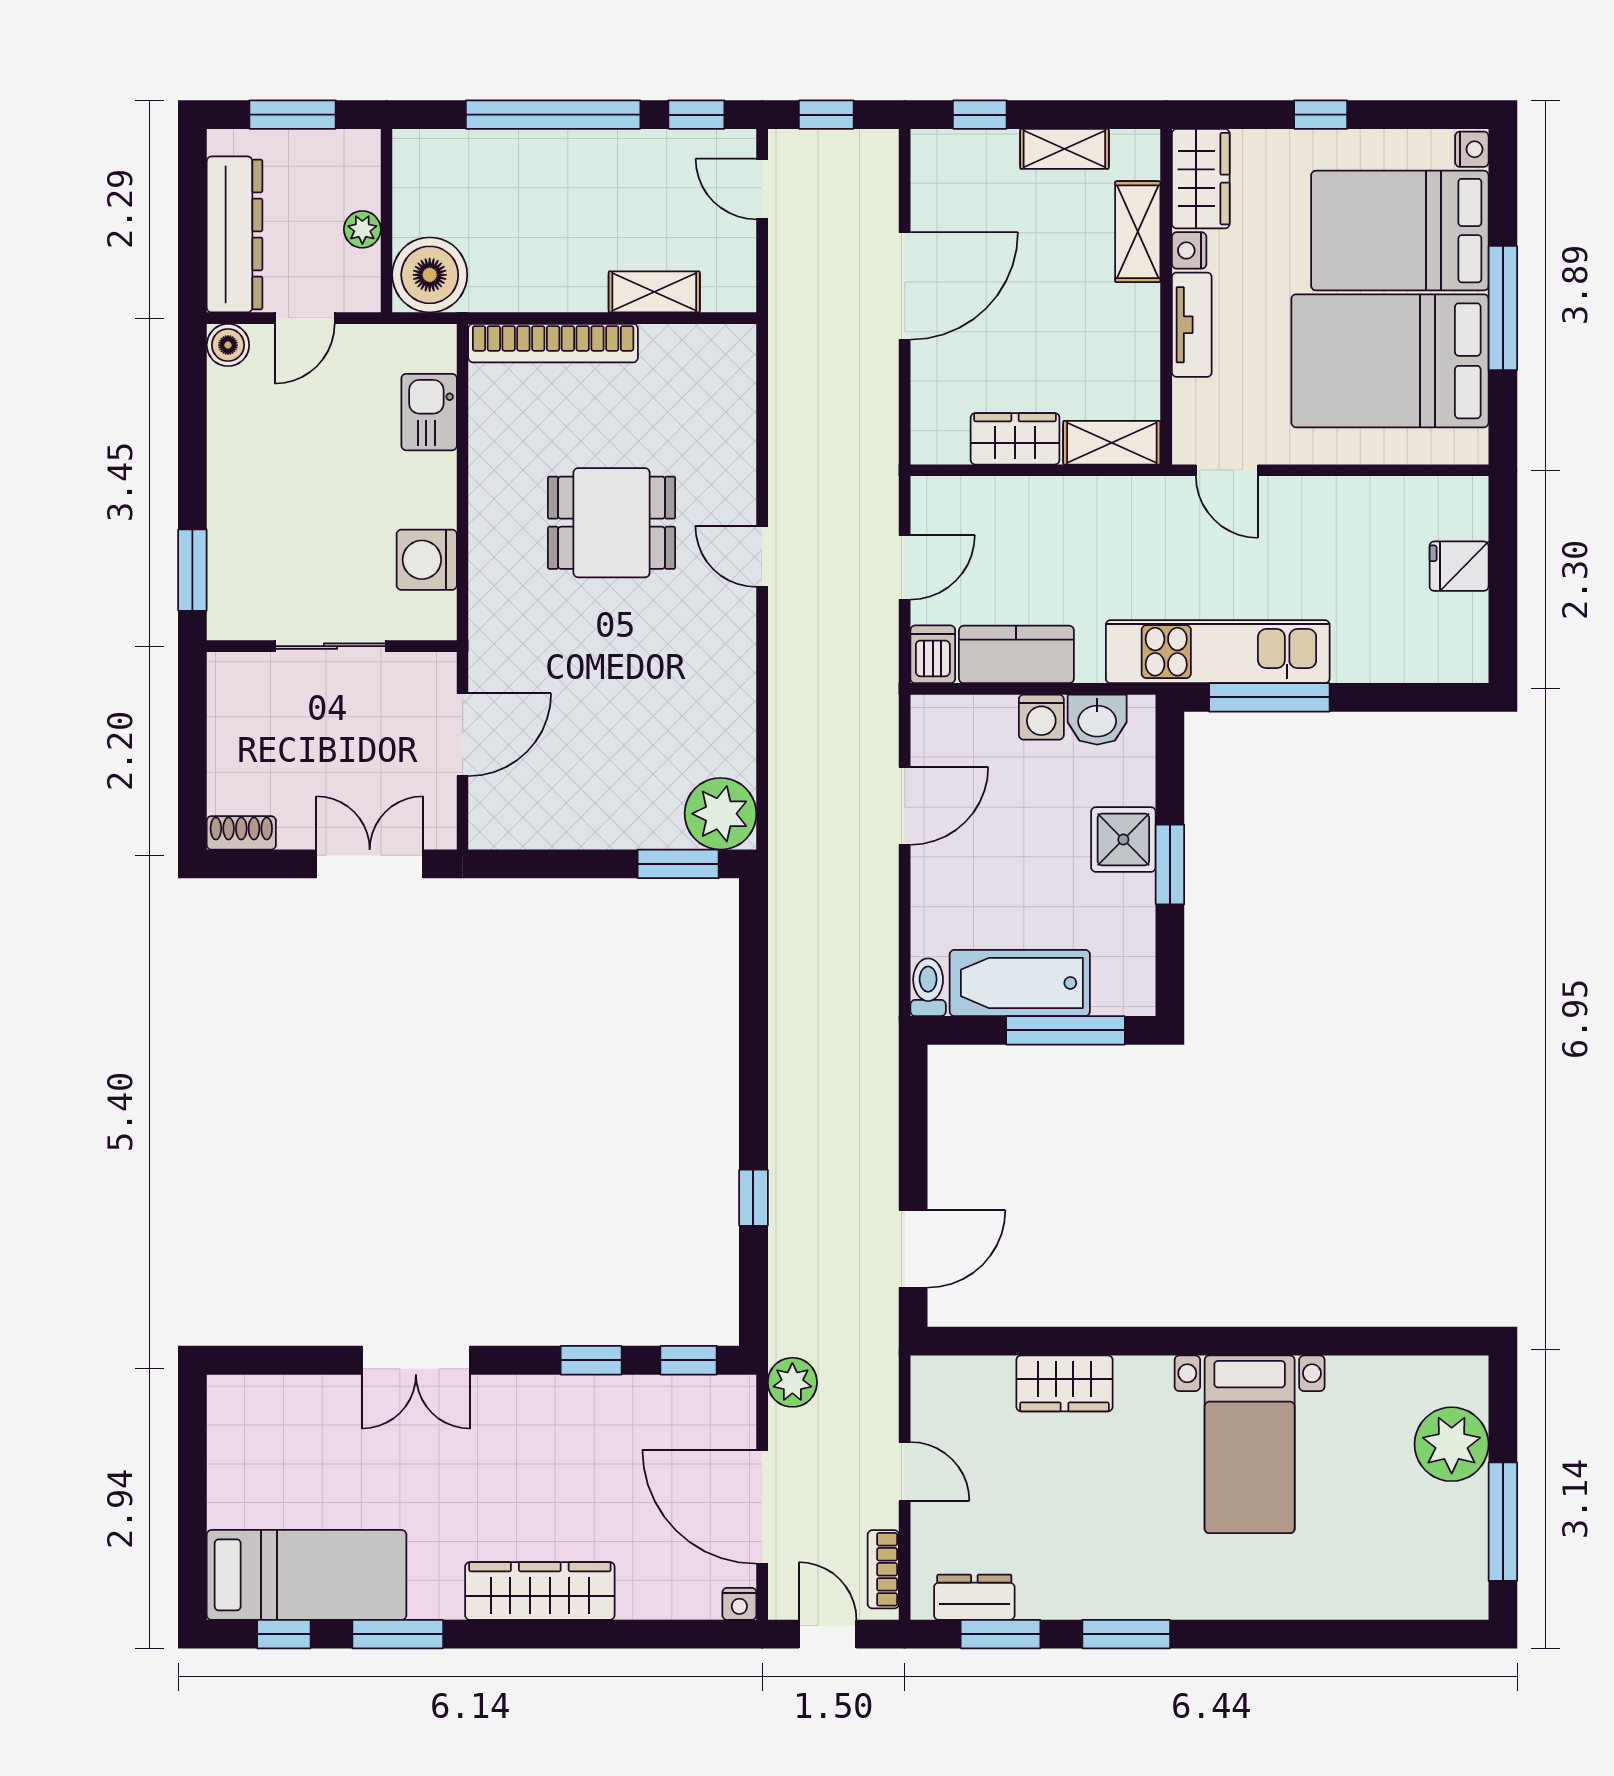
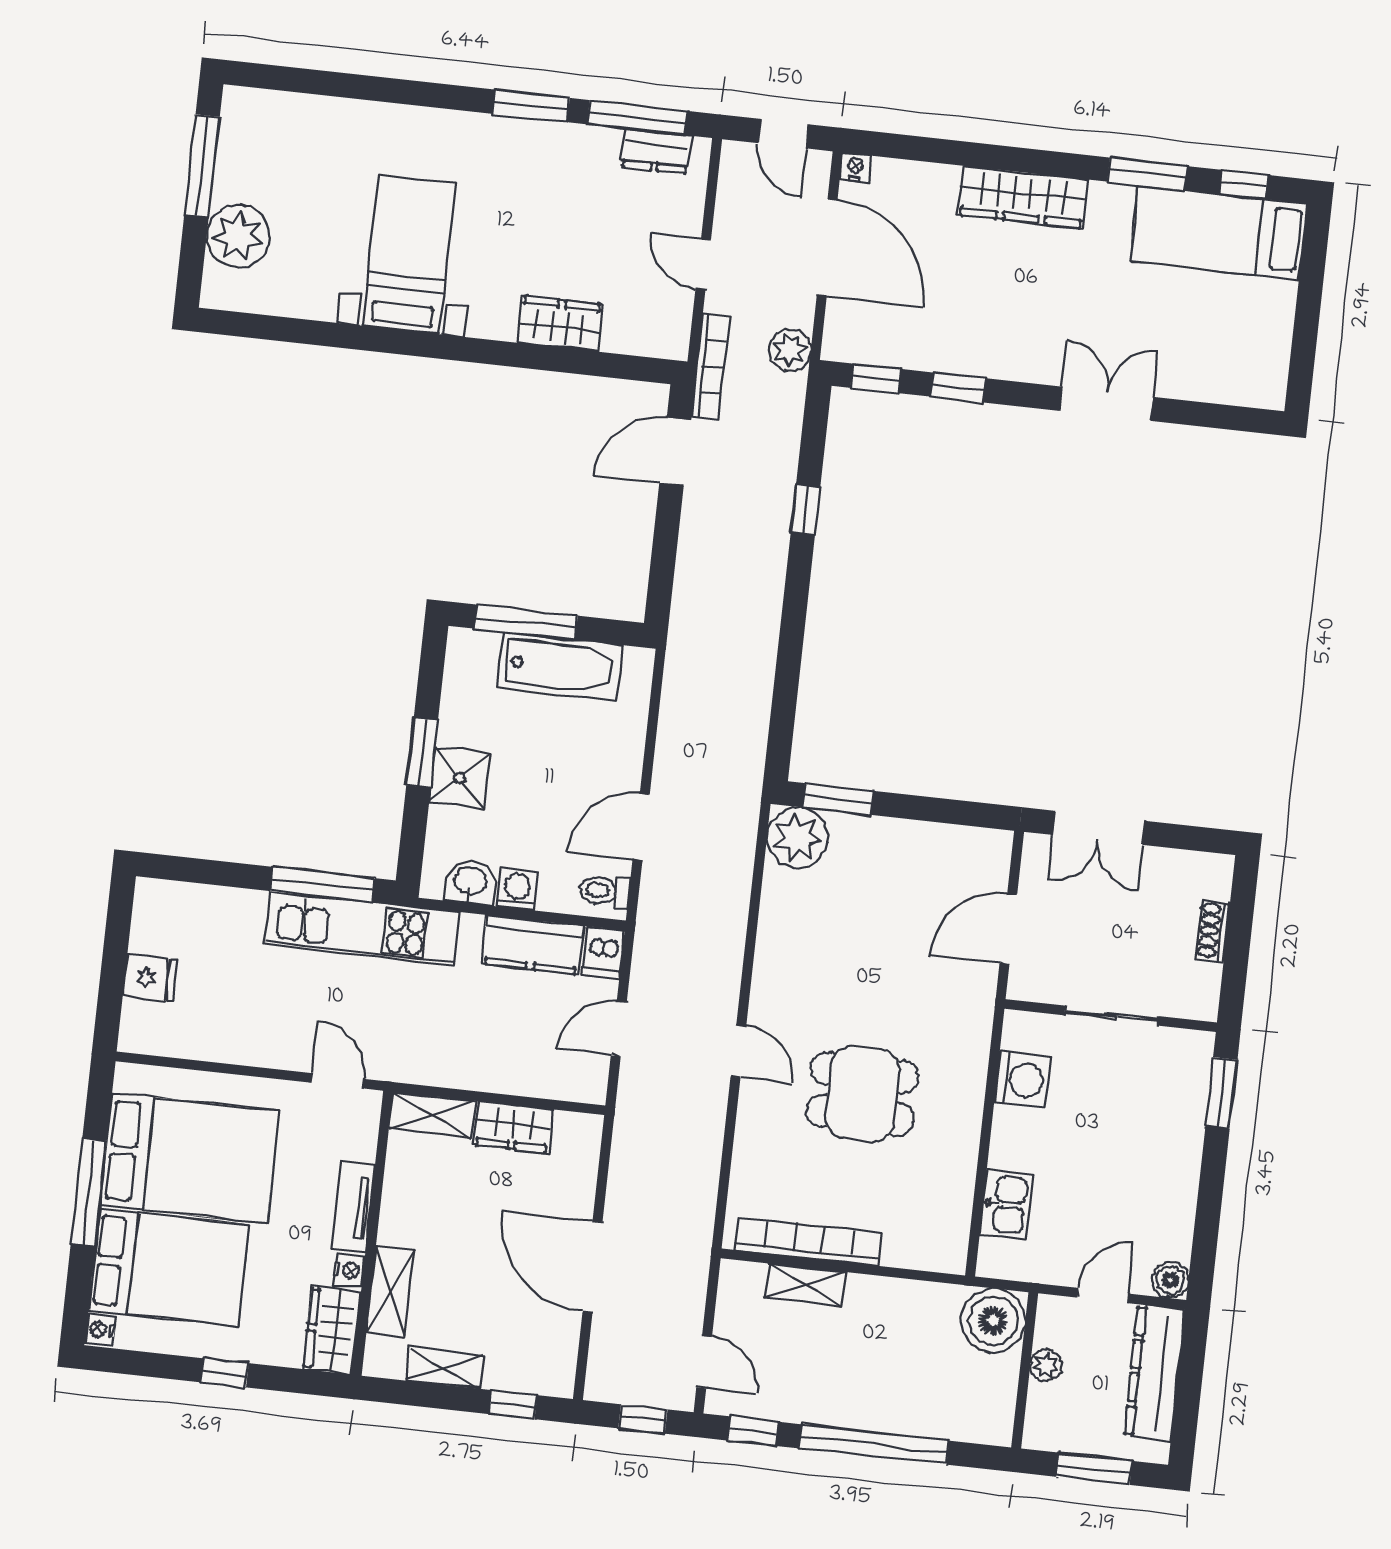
door: (905, 286) -> (593, 1267), hinge flipped
bookcase: (553, 343) -> (809, 1242), moved
shoe rack: (241, 833) -> (1213, 931), moved, turned 90
toilet: (928, 987) -> (604, 891), moved, turned 90
bookcase: (883, 1569) -> (710, 367), moved, width x1.56
window: (1001, 1634) -> (637, 118), width x1.44

